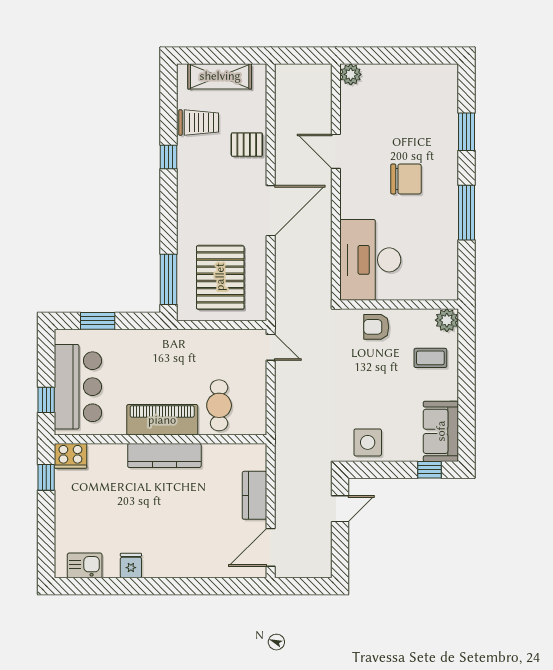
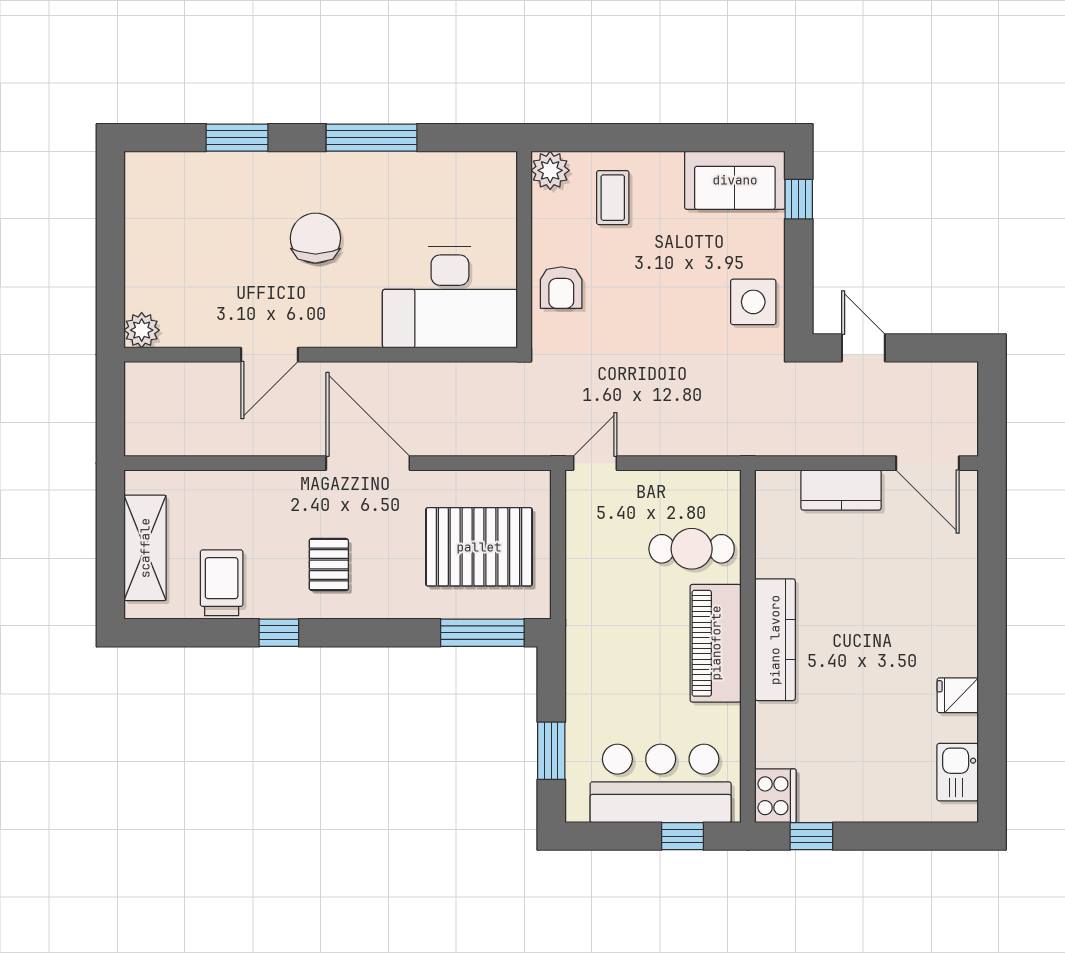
pallet: (247, 145) -> (329, 565), moved

